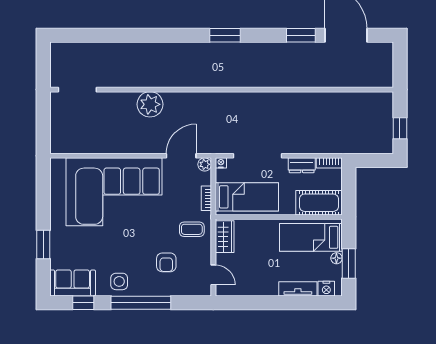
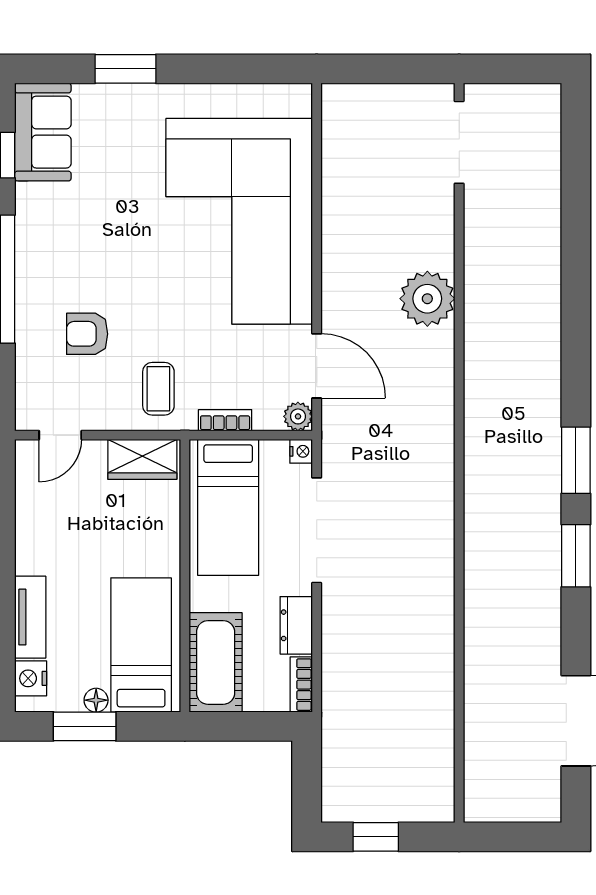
window: (301, 35) -> (576, 556), moved
side table: (119, 281) -> (46, 232), removed

